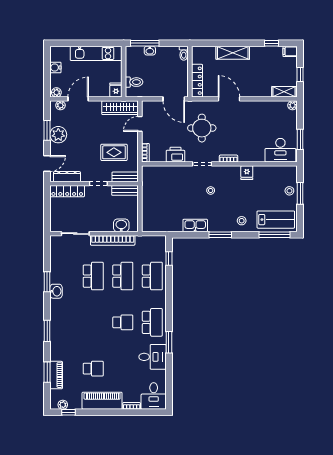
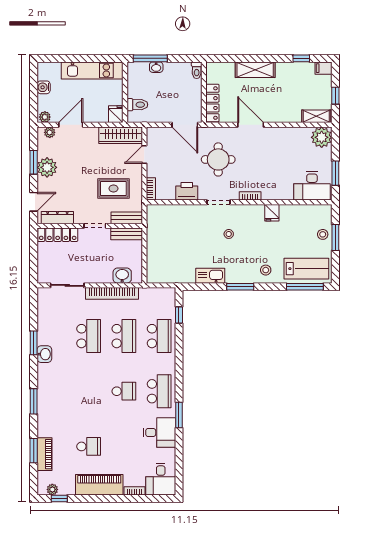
plant: (293, 105) -> (322, 137), width x1.88, depth x1.88

